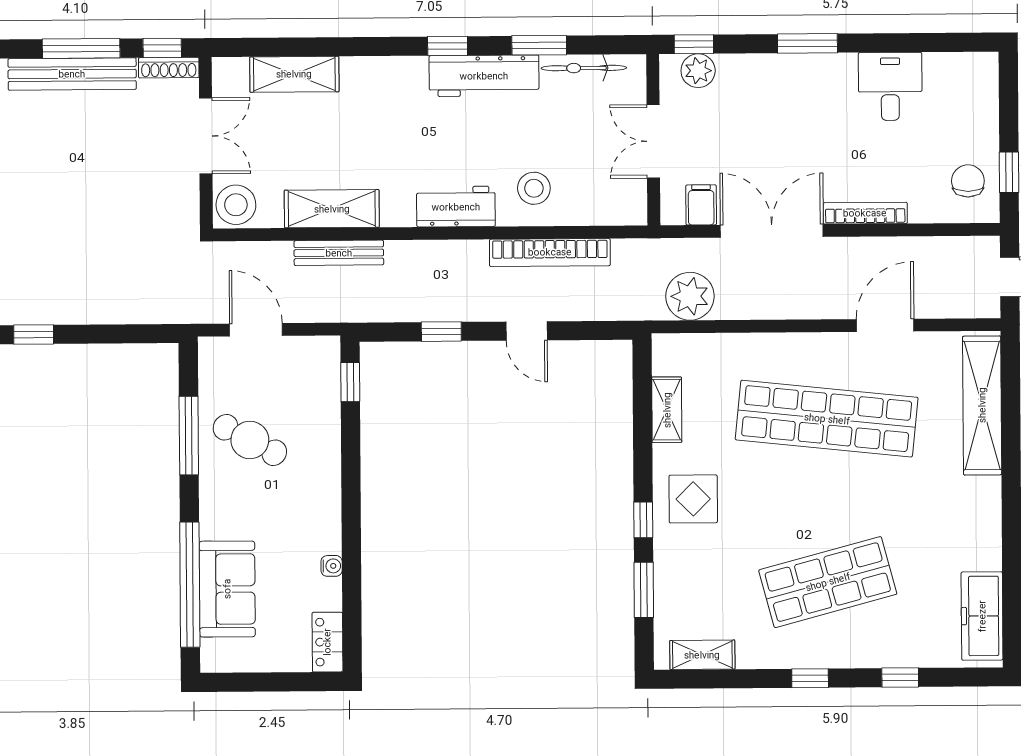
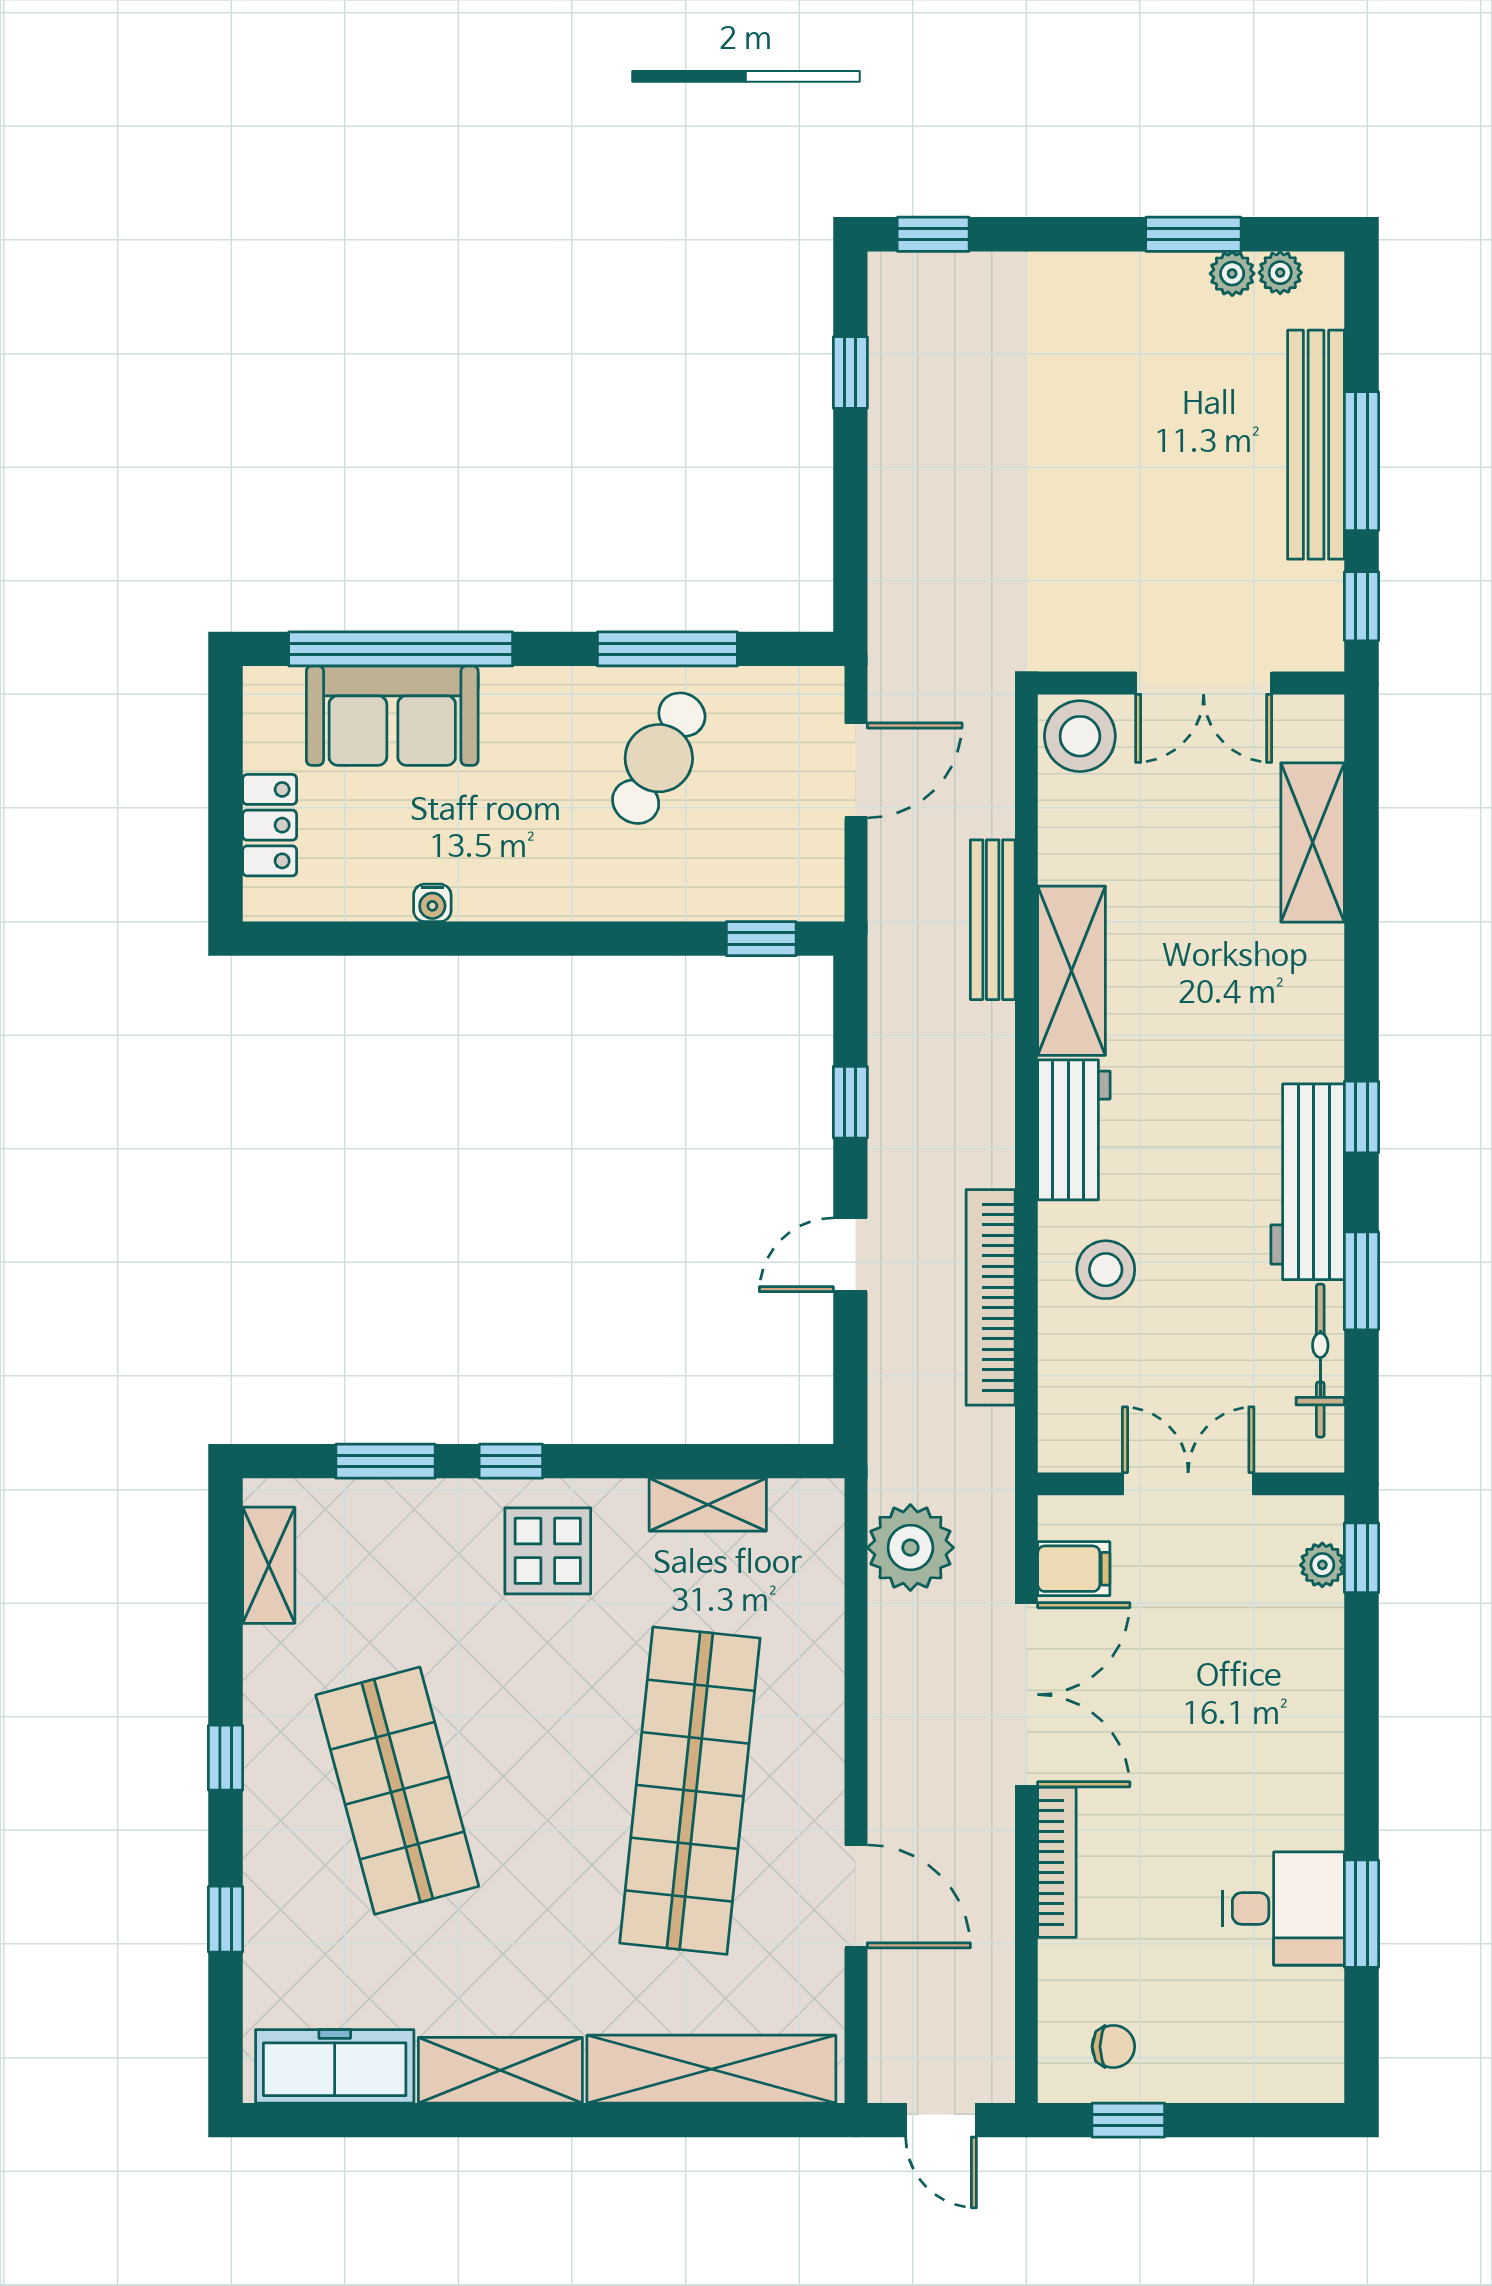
window: (807, 43) -> (1362, 1914), moved
shoe rack: (169, 68) -> (1326, 618), removed
plant: (698, 71) -> (1322, 1565), width x0.73, depth x0.73
chair: (968, 181) -> (1113, 2047), width x0.73, depth x0.73
shelving: (332, 209) -> (1072, 971), moved
shelving: (984, 523) -> (500, 2070), added
locker: (327, 642) -> (270, 825), moved, turned 90

